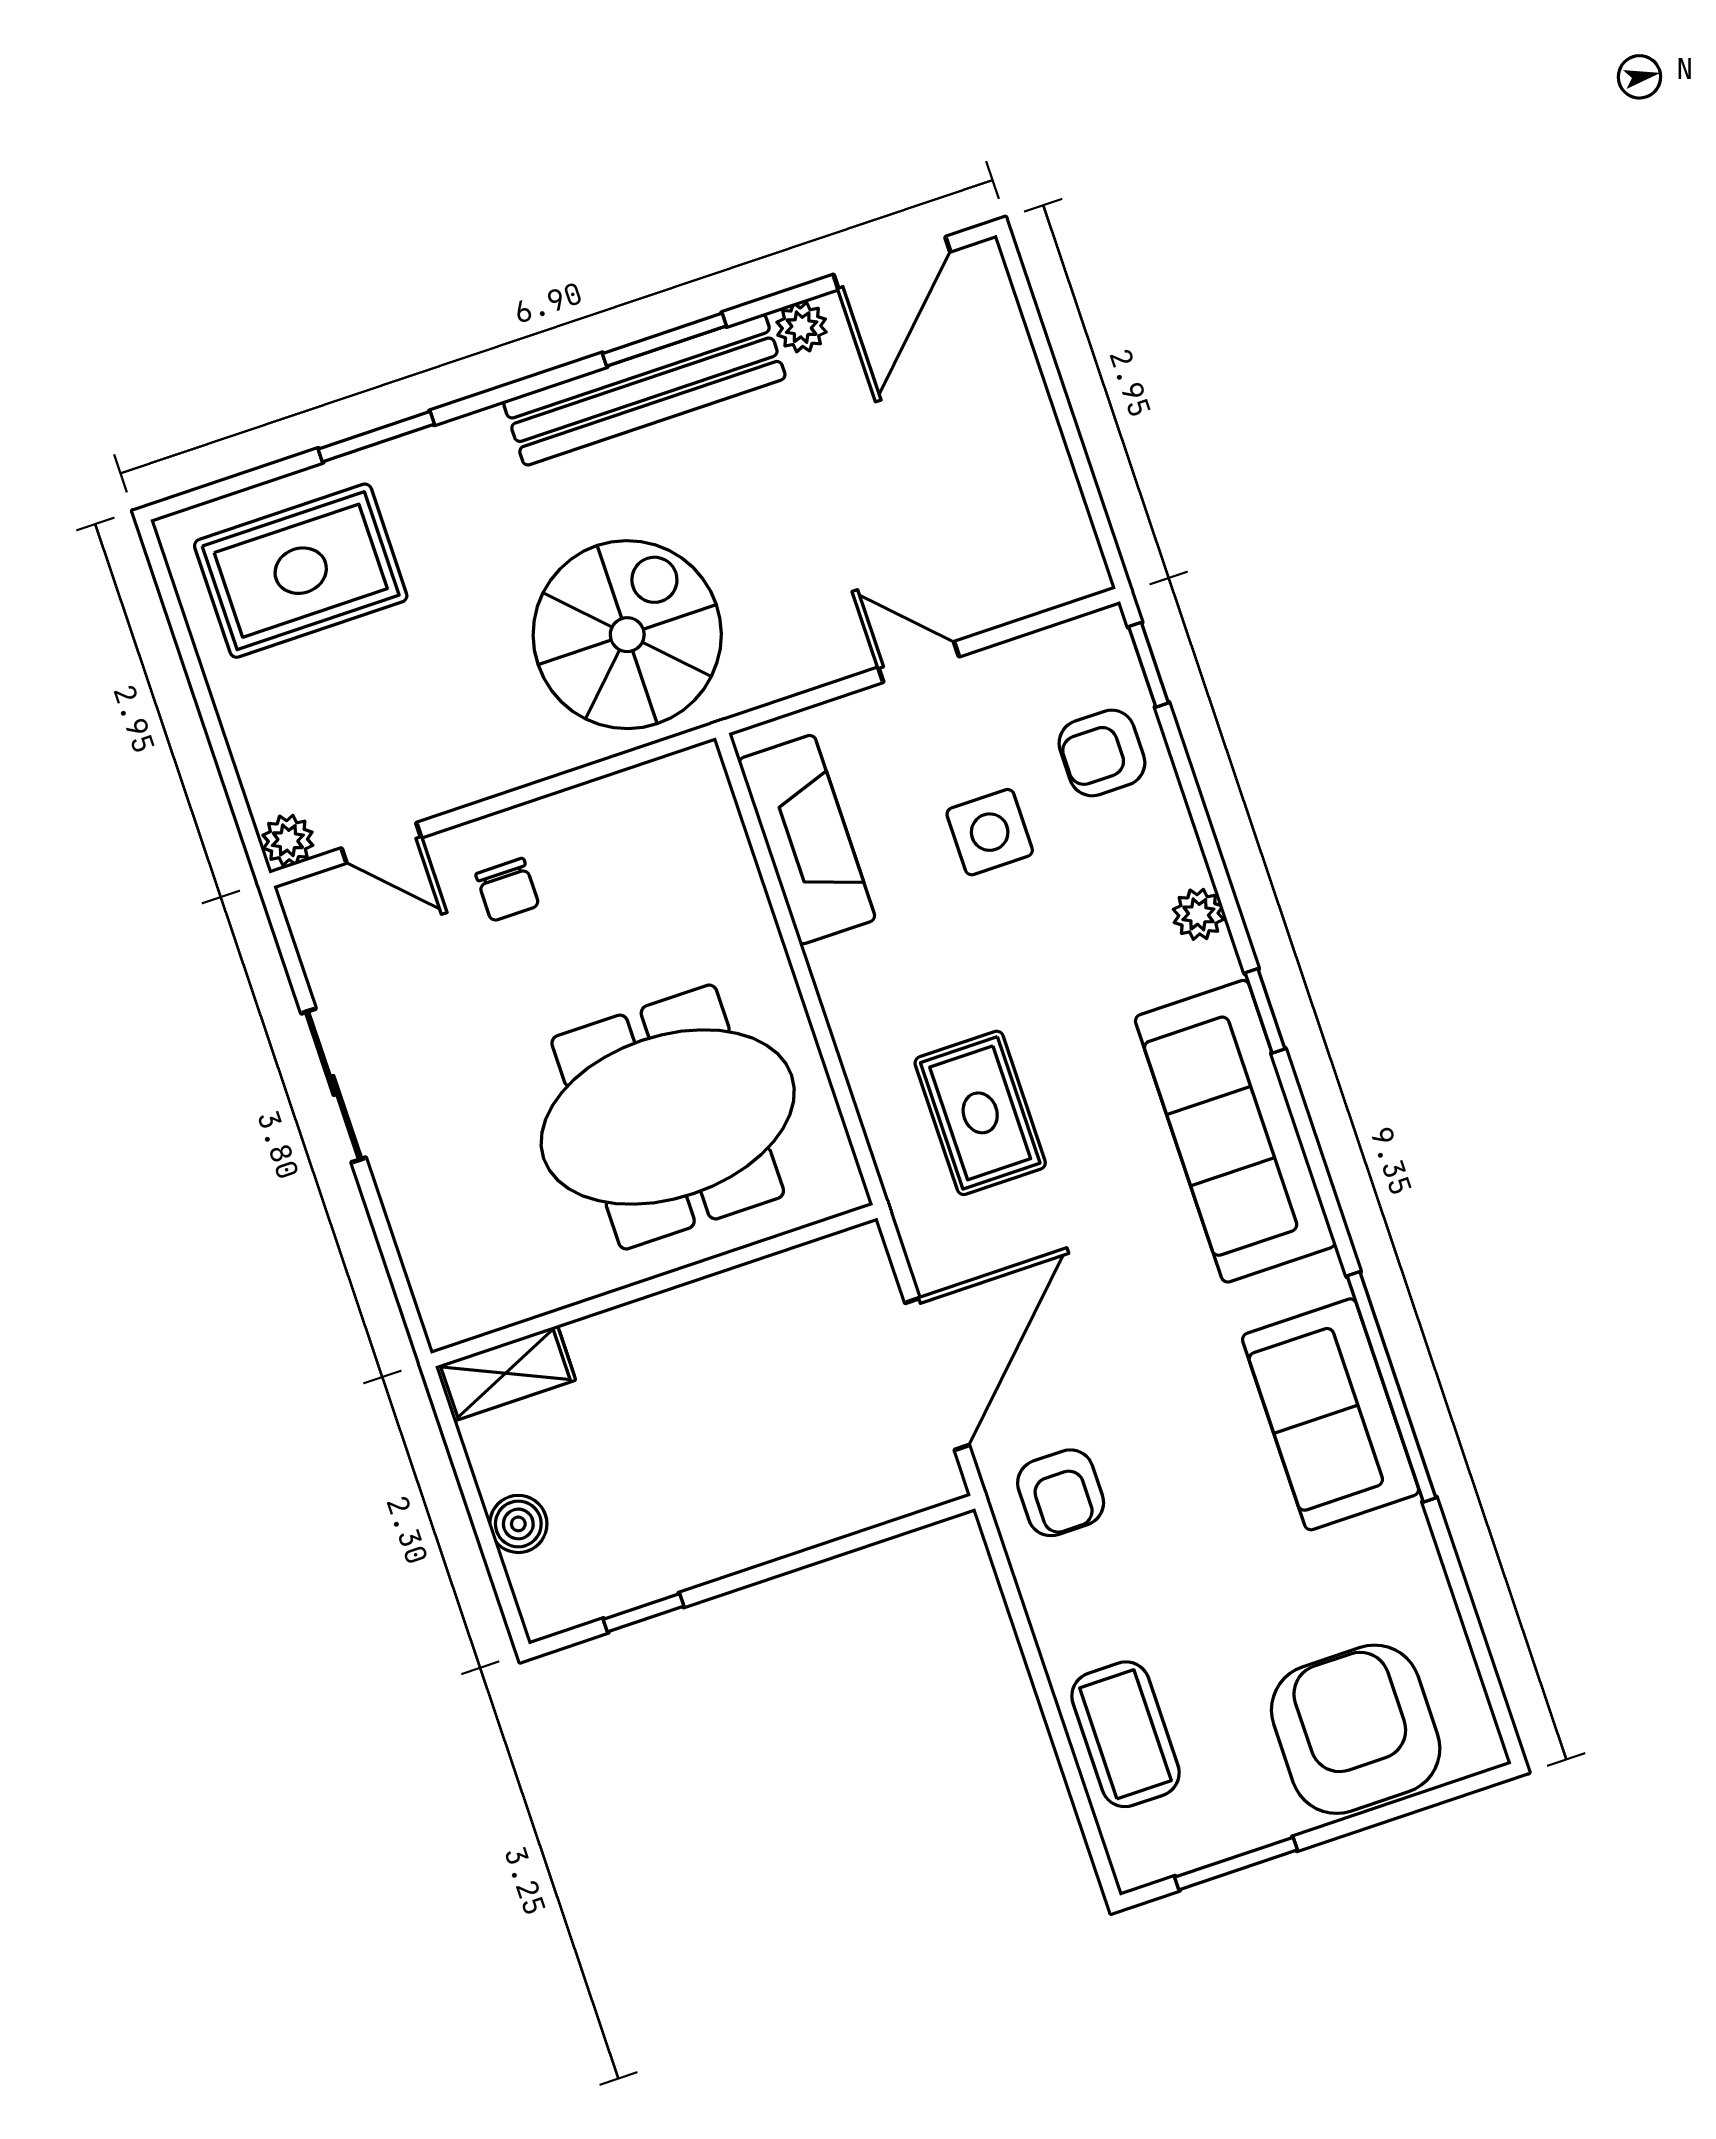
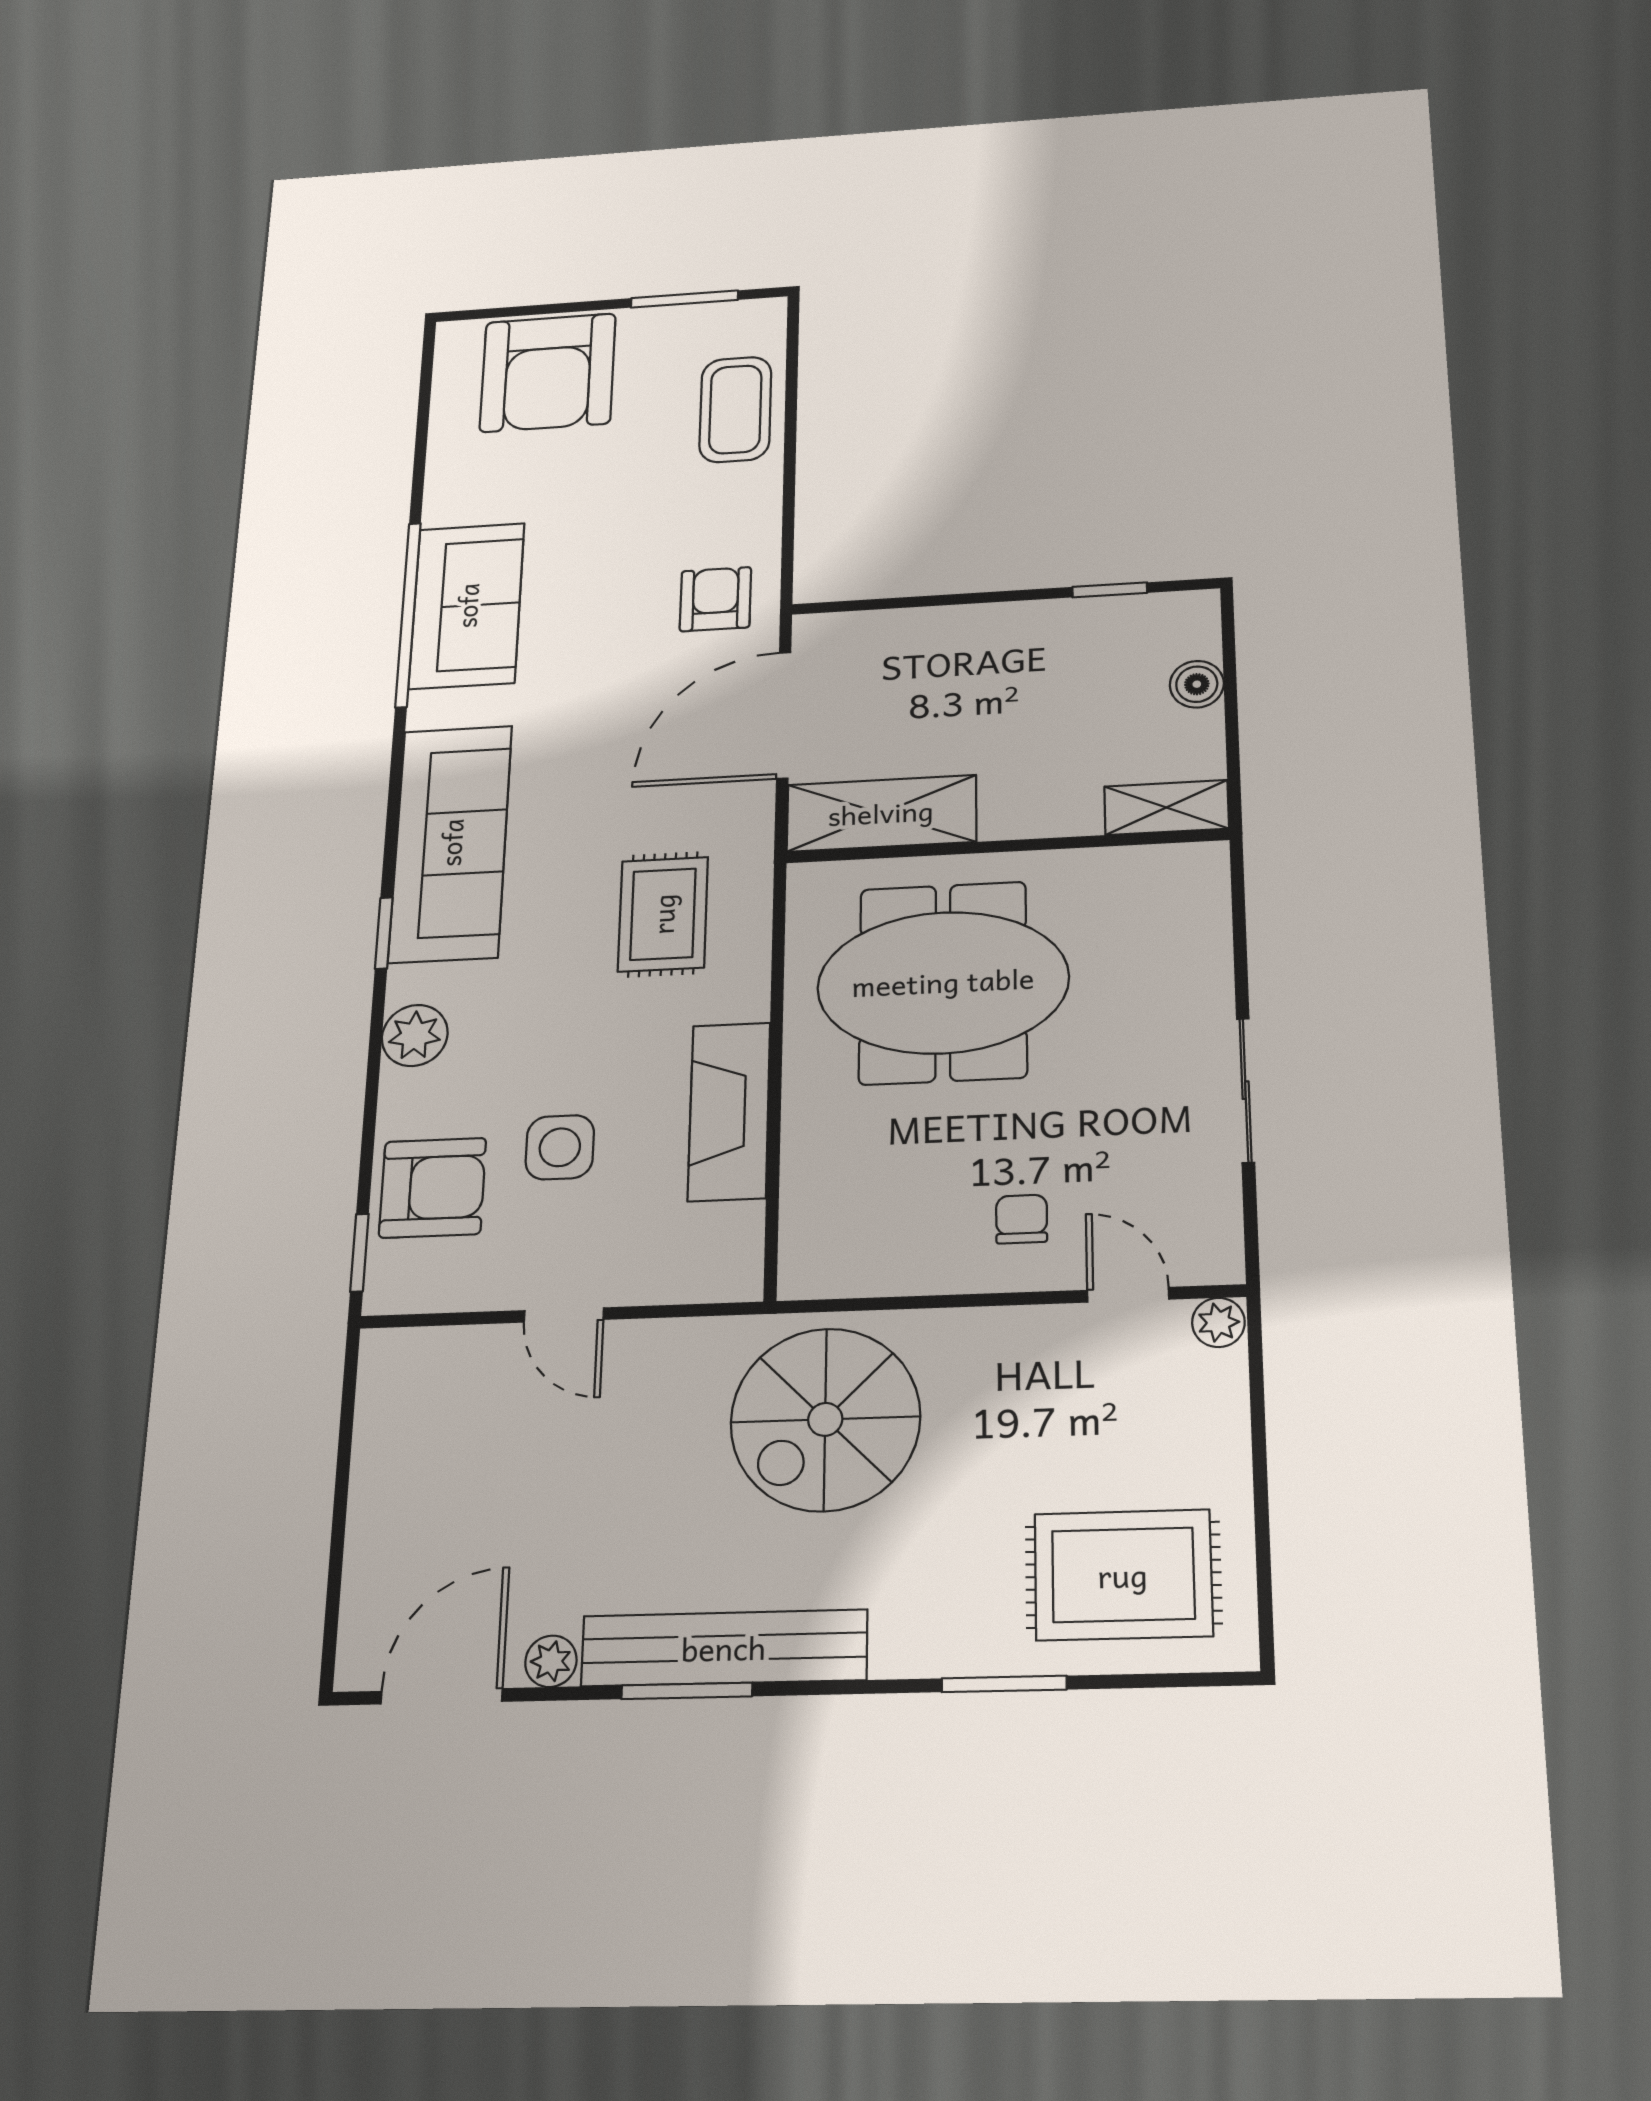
armchair: (1102, 753) -> (433, 1188), width x1.38, depth x1.38
fireplace: (807, 840) -> (729, 1111), moved
plant: (1198, 914) -> (415, 1035), width x1.38, depth x1.38
shelving: (795, 1288) -> (881, 813), added

